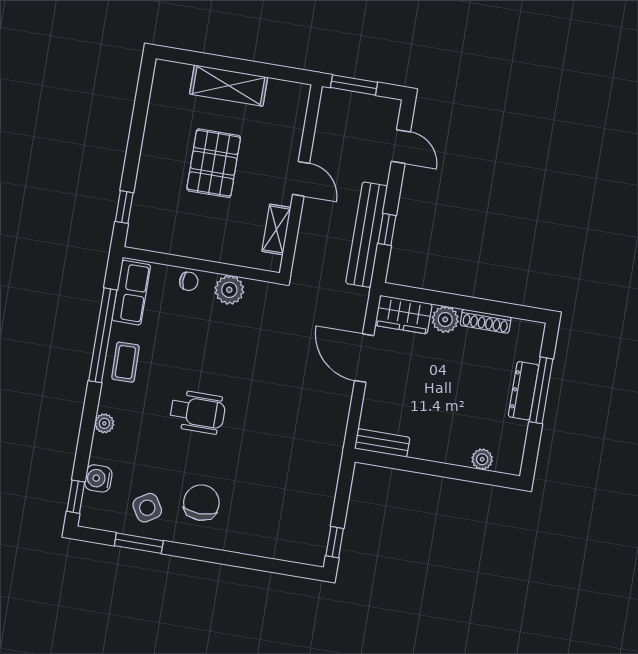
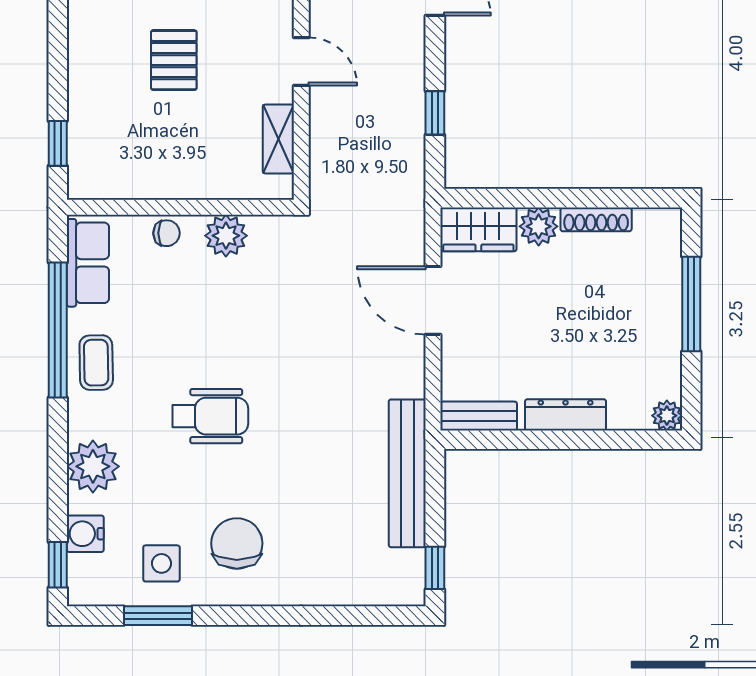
pallet: (214, 163) -> (174, 60), width x0.67, depth x0.71
bench: (367, 235) -> (407, 473), moved
dresser: (523, 391) -> (566, 415), moved, turned 90
plant: (104, 423) -> (93, 466), width x1.88, depth x1.88
plant: (482, 459) -> (667, 416), moved
side table: (147, 508) -> (161, 563), turned 32

